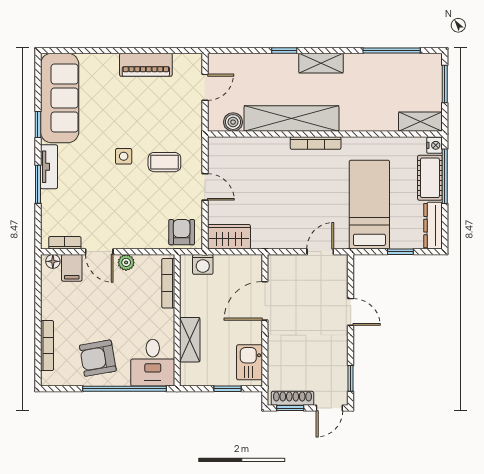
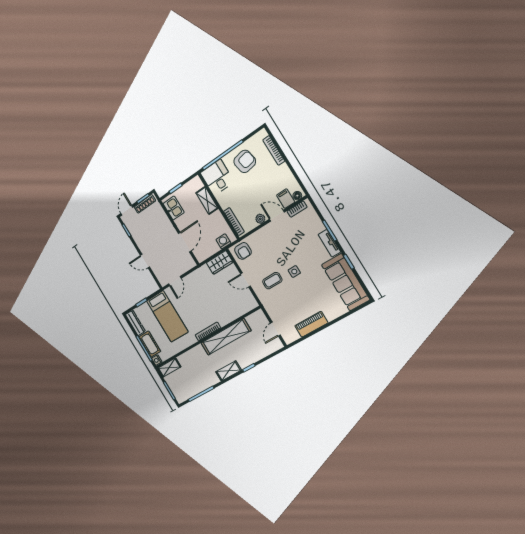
boiler: (233, 122) -> (252, 320), removed

